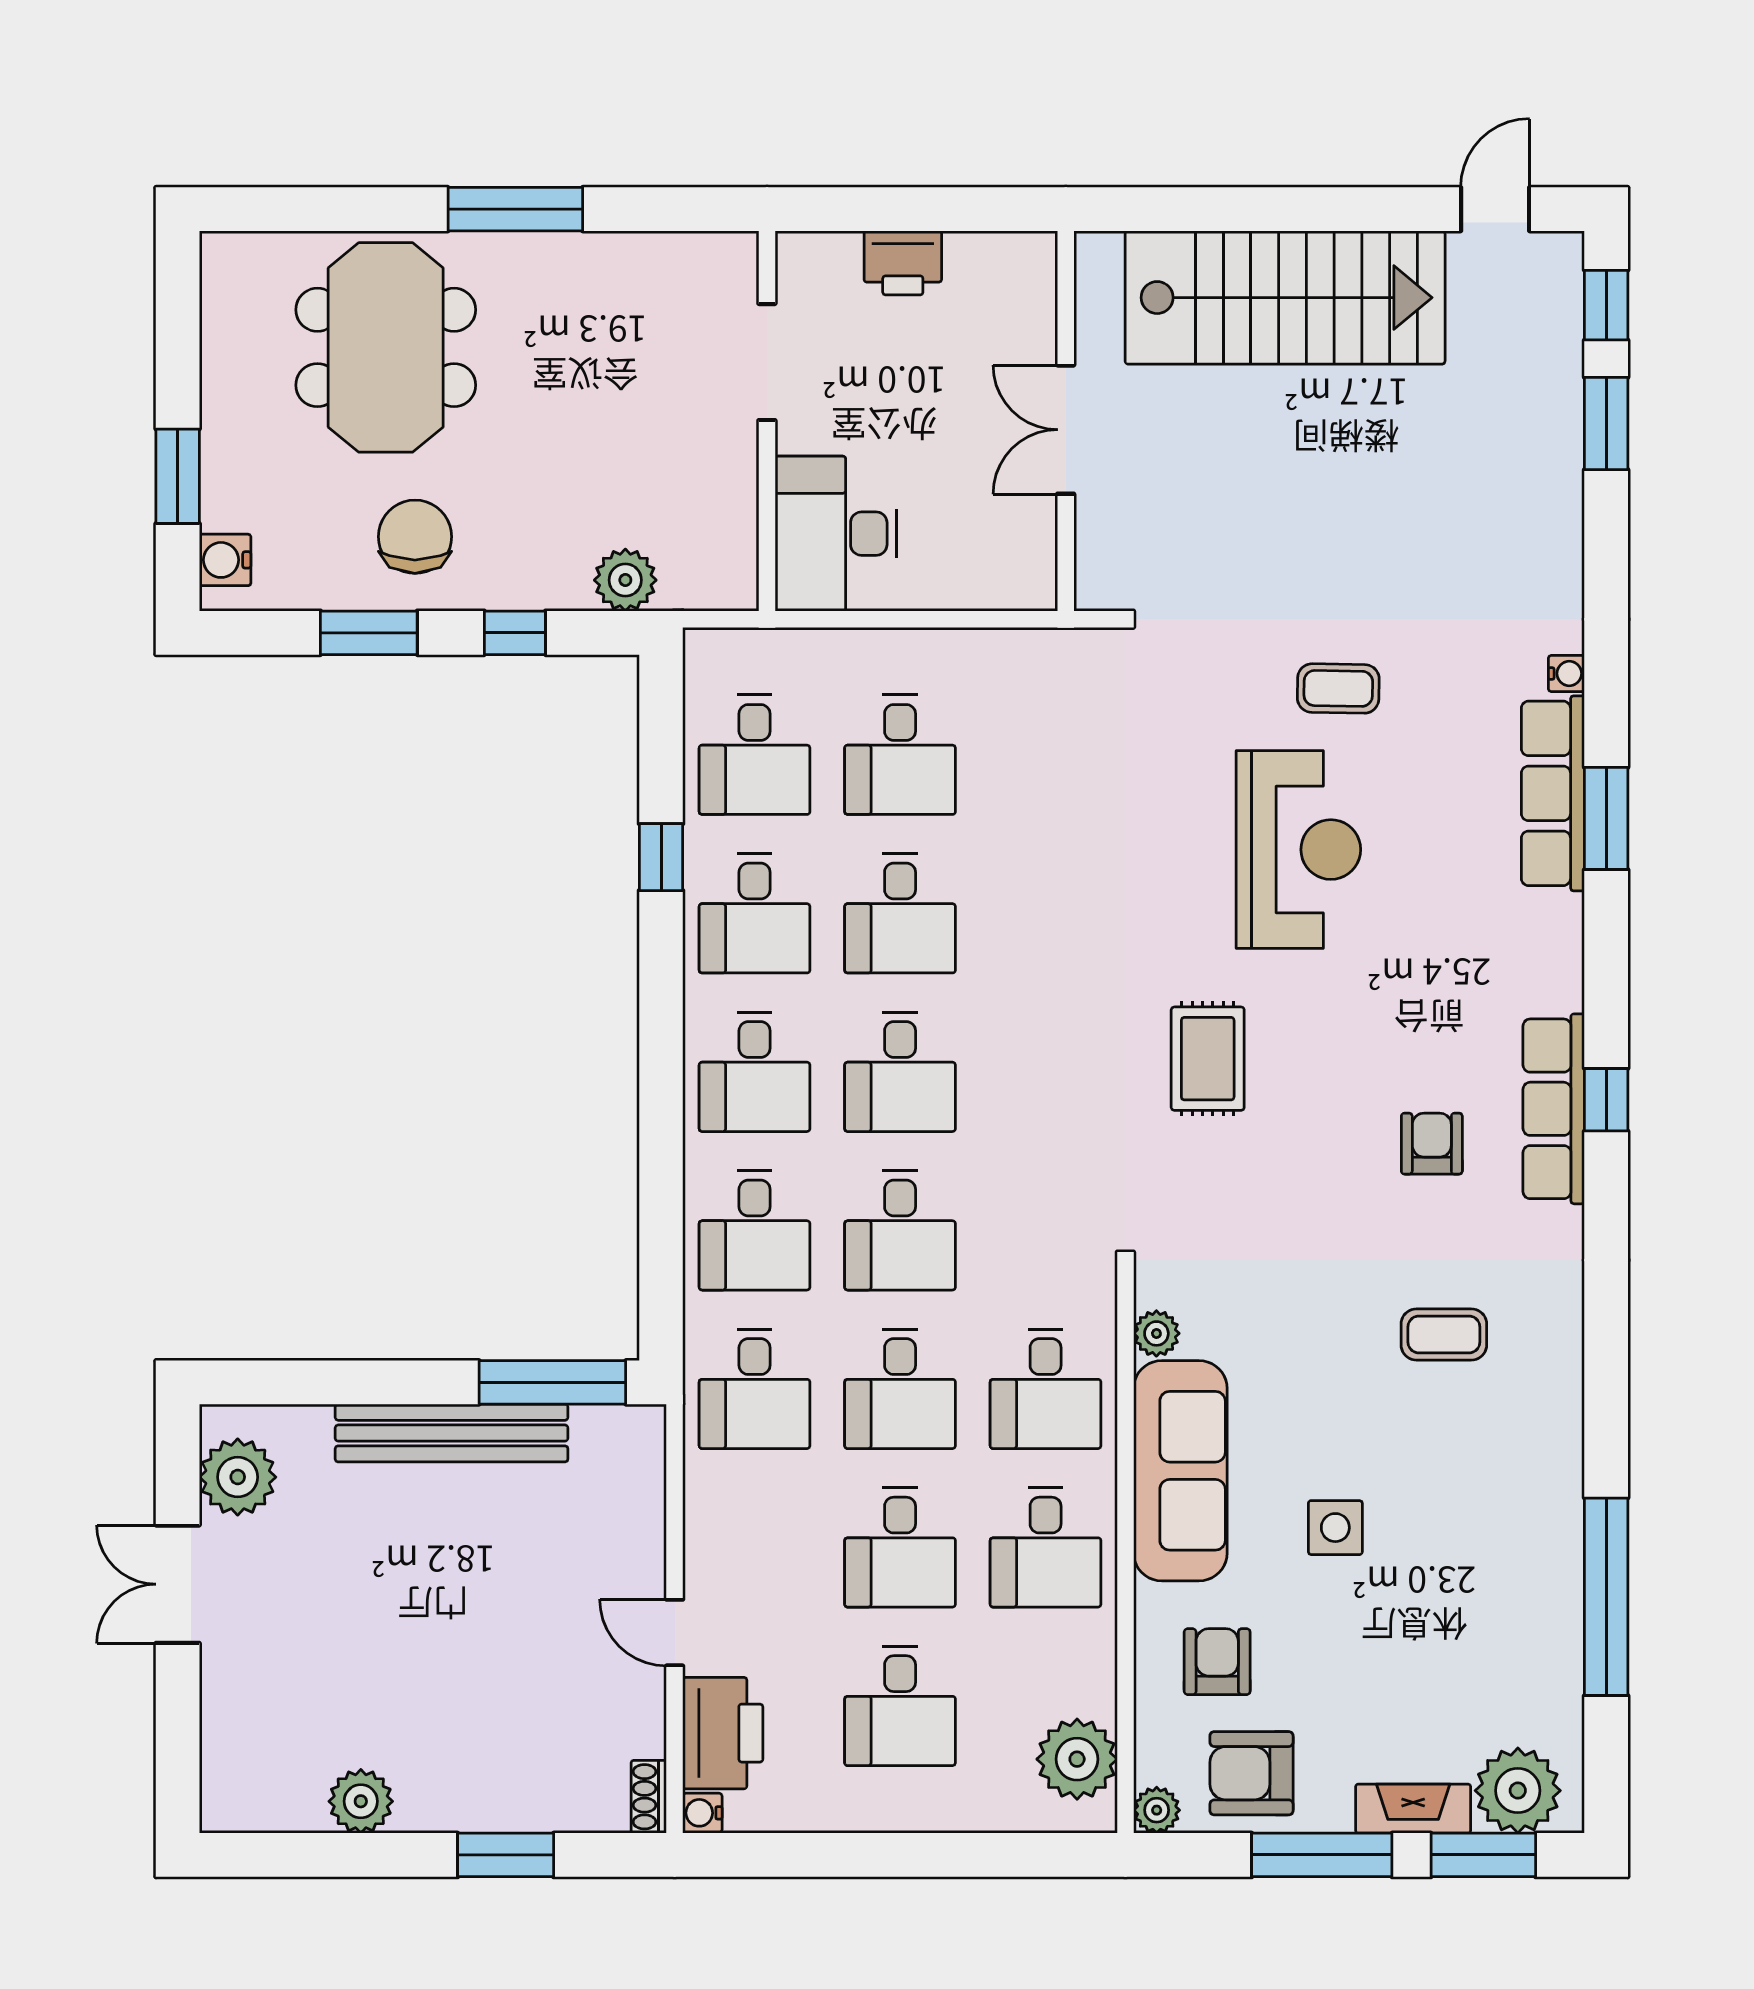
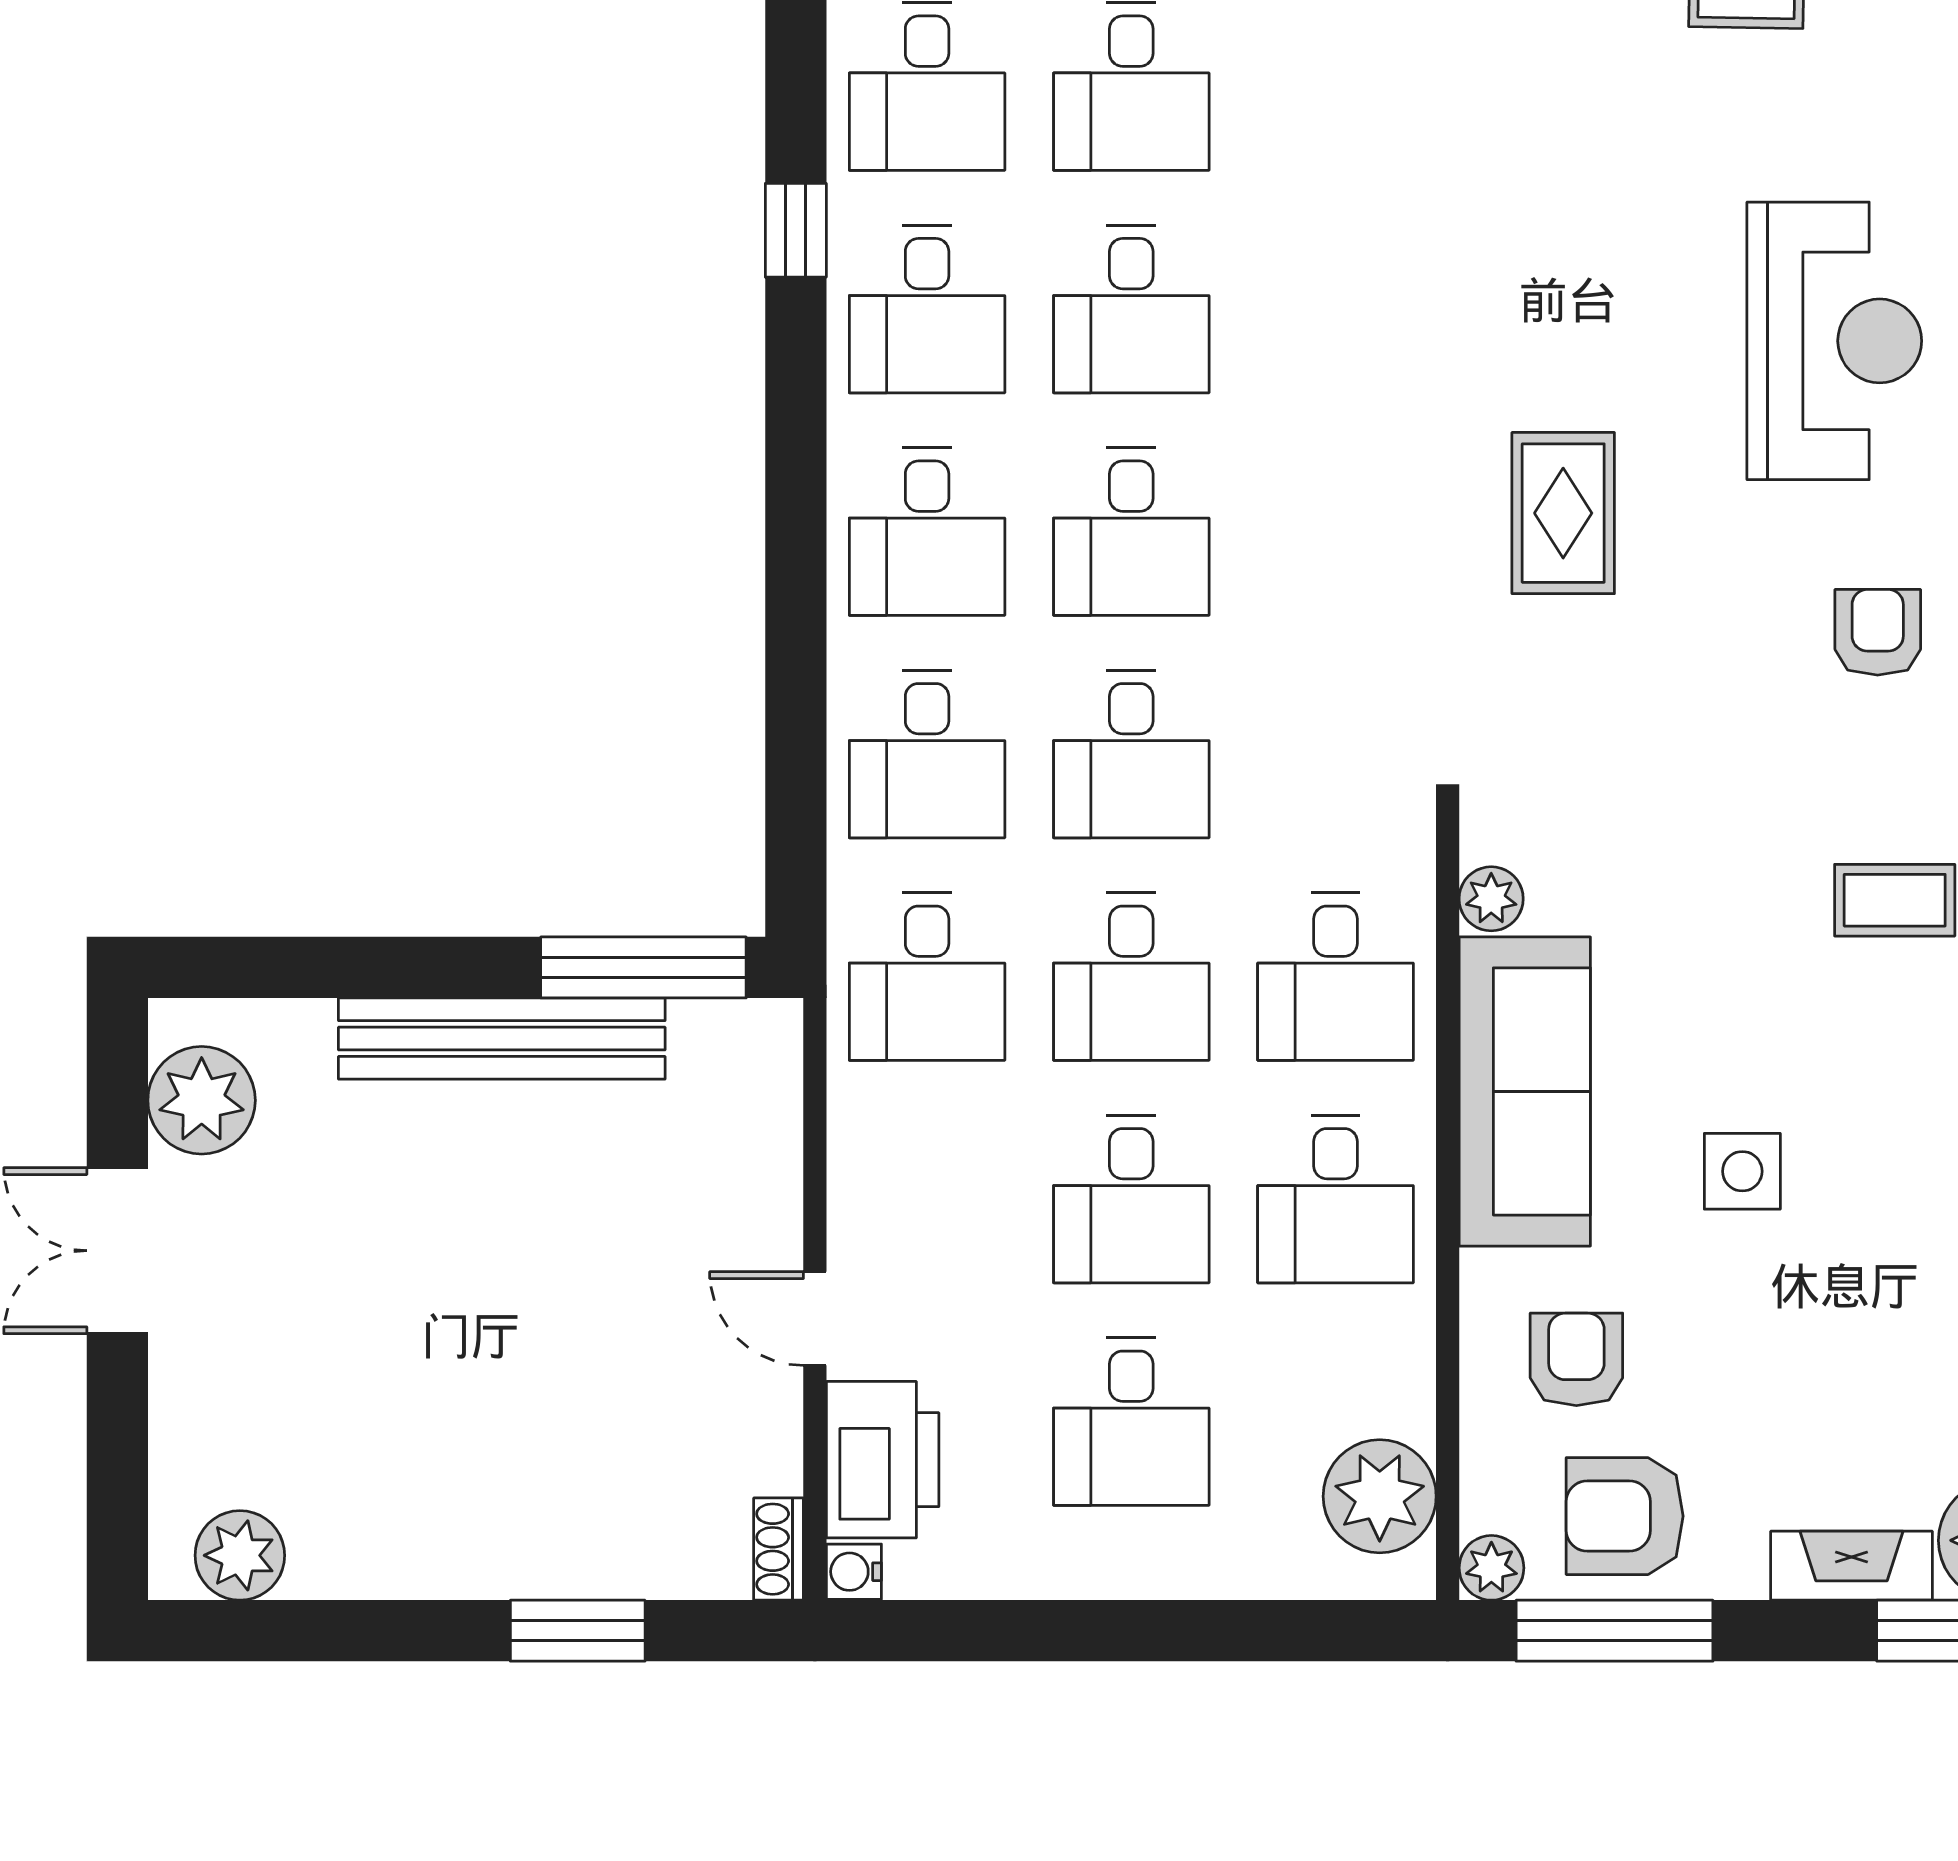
reception desk: (1298, 850) -> (1834, 341), moved
plant: (361, 1801) -> (240, 1555), moved
window: (1322, 1855) -> (1614, 1631), moved

